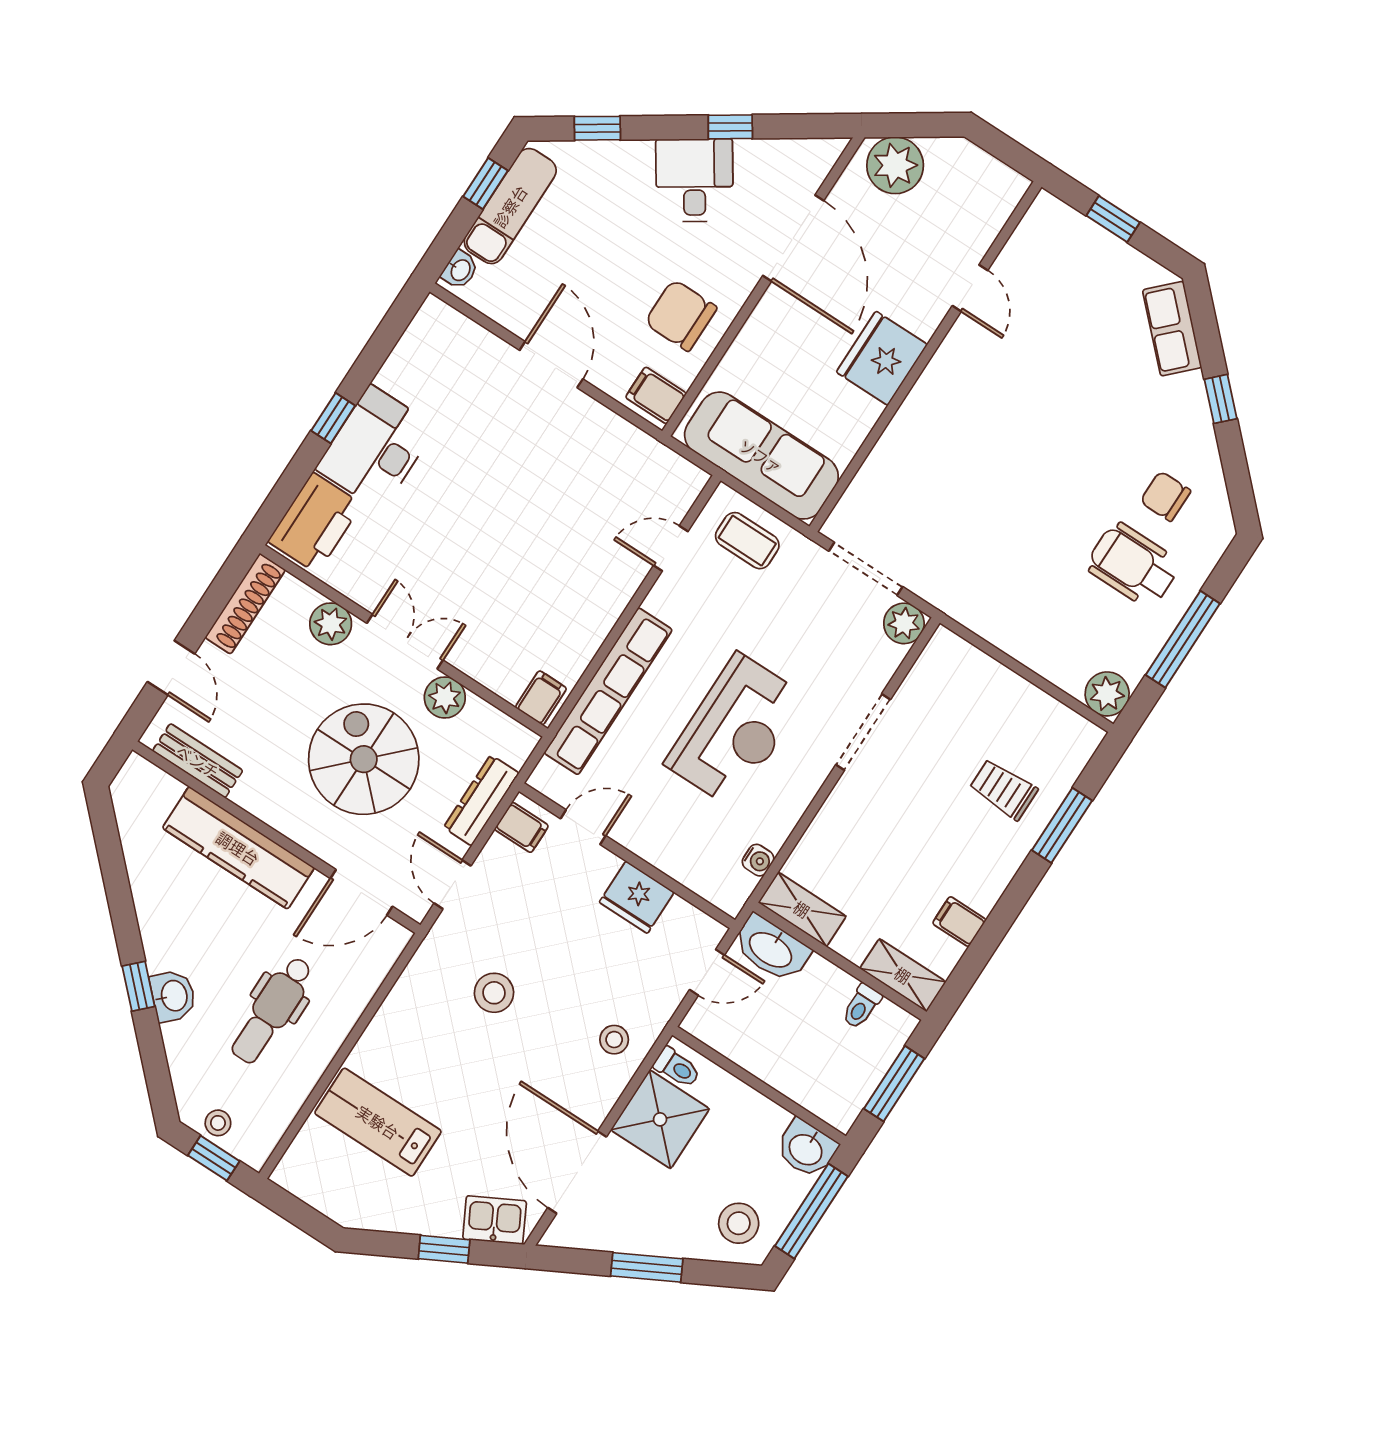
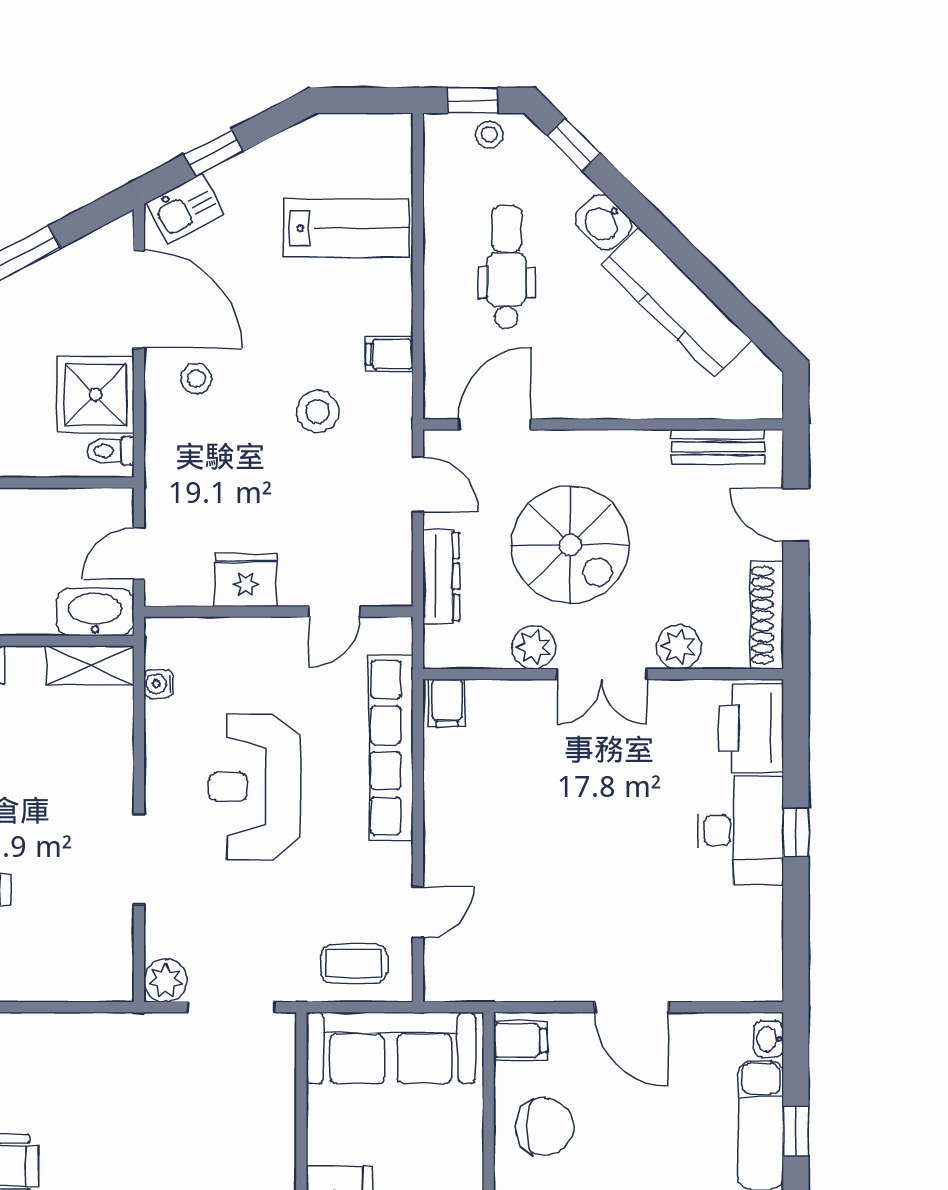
filing cabinet: (522, 827) -> (389, 354), moved
kitchen counter: (238, 848) -> (677, 303), moved, turned -135
window: (138, 986) -> (574, 145), moved
stool: (614, 1040) -> (196, 379), moved

